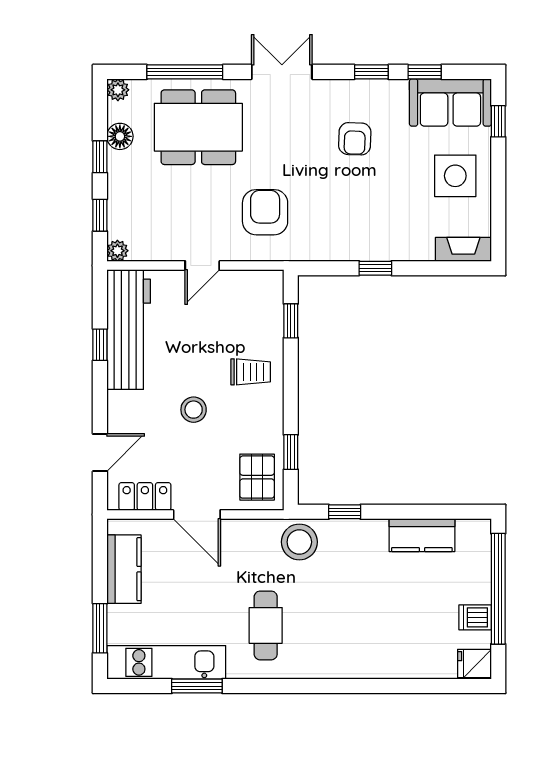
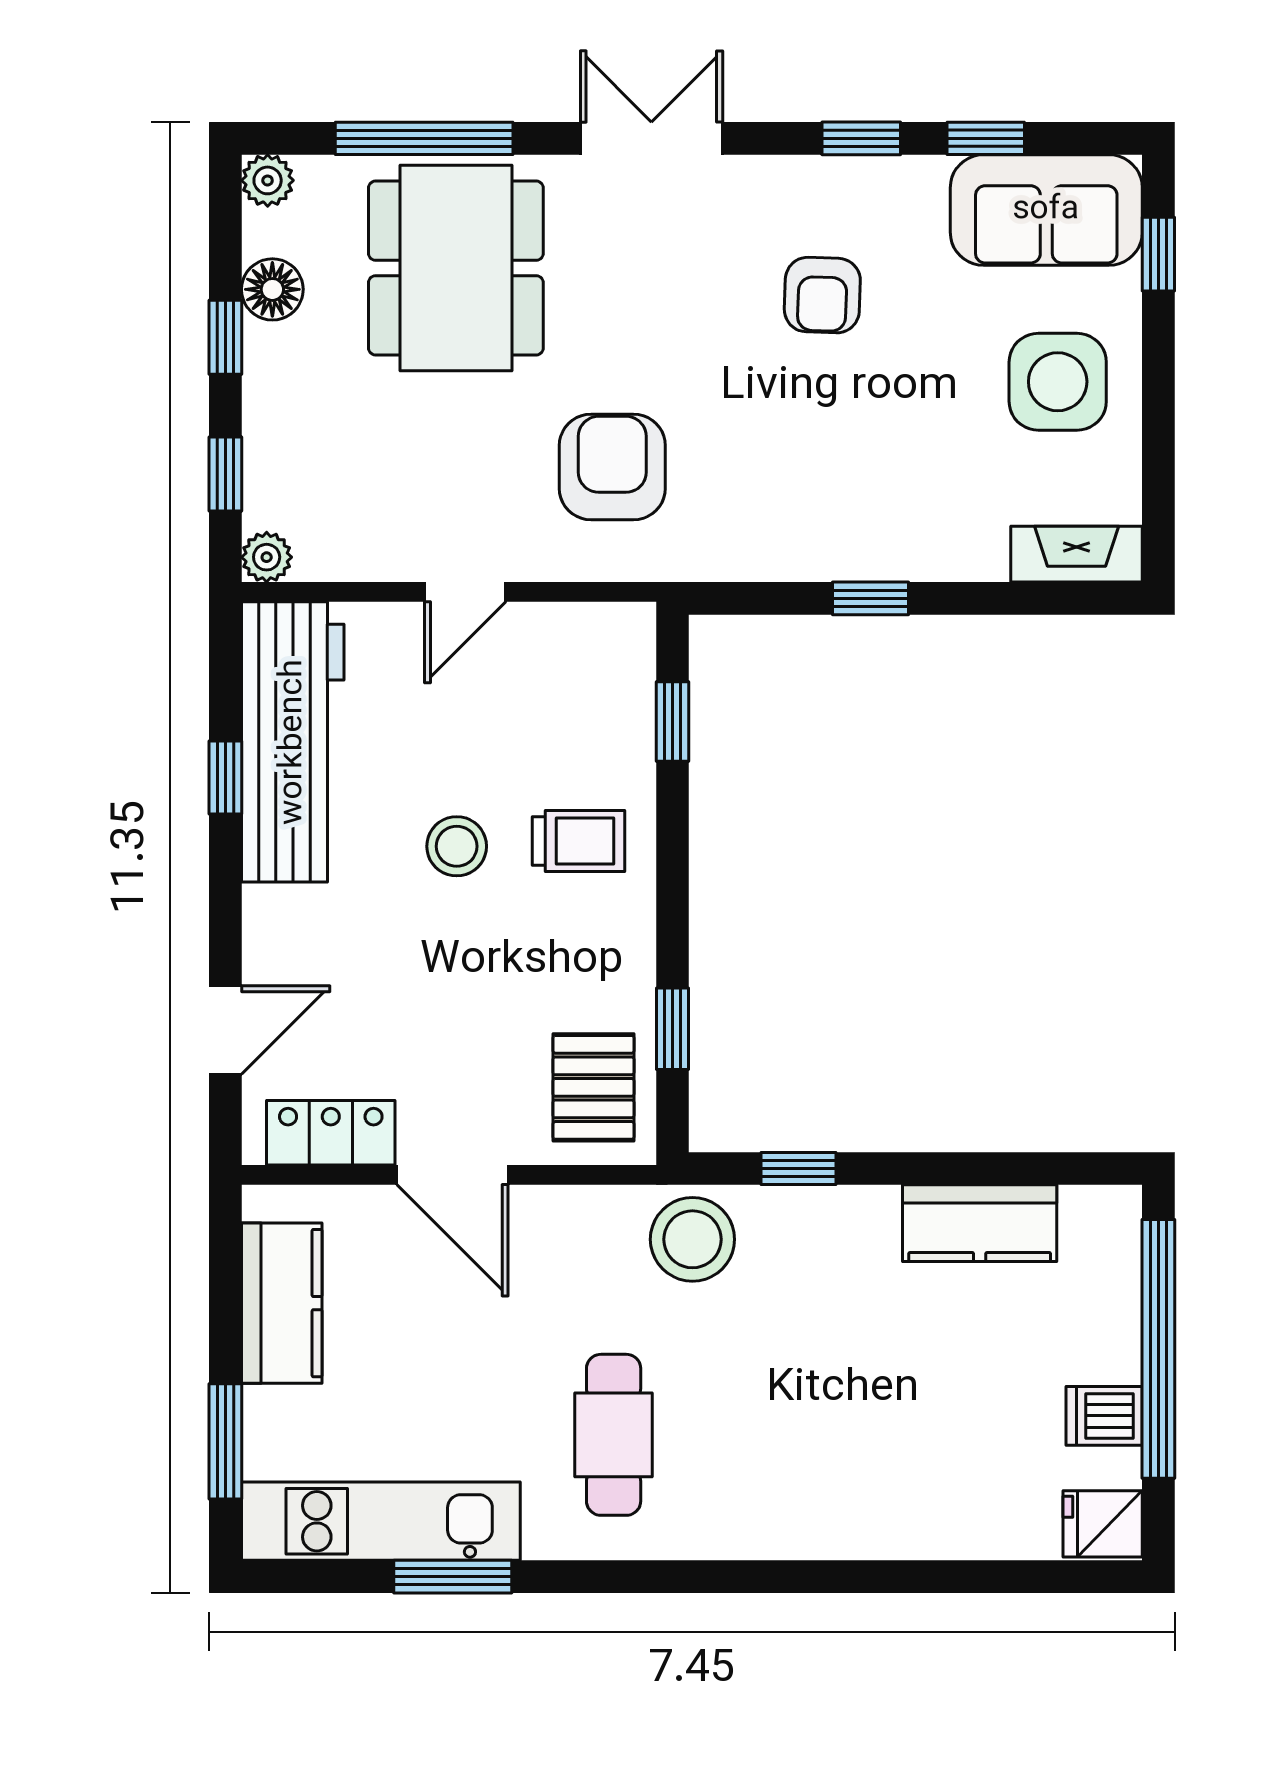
dining table: (198, 127) -> (456, 268), turned 90
stool: (194, 410) -> (457, 846), moved

